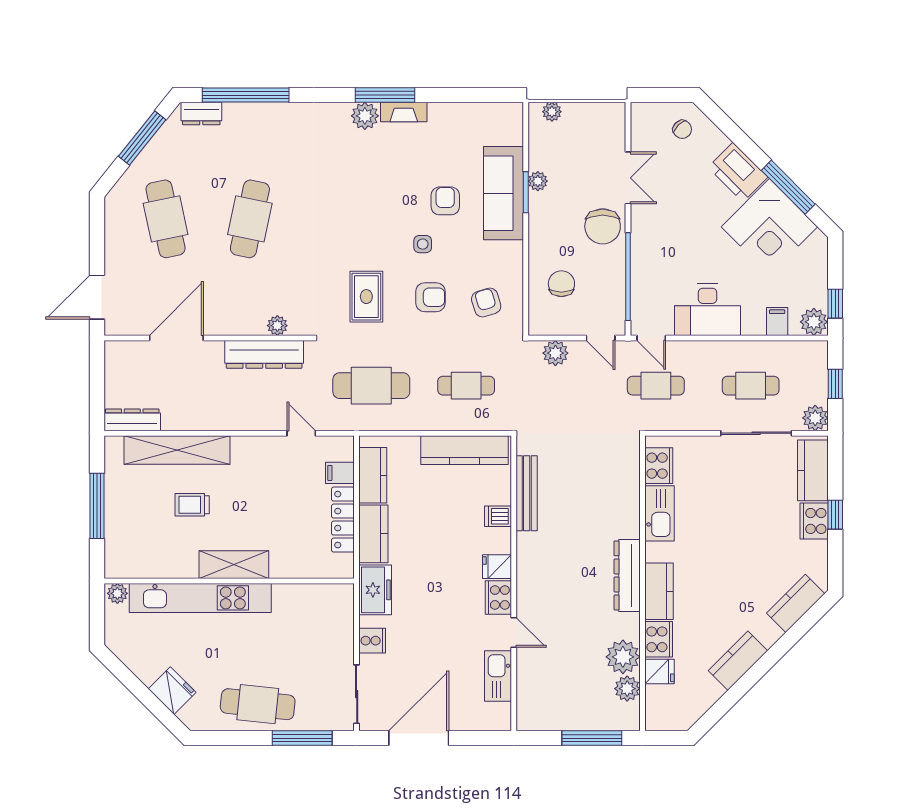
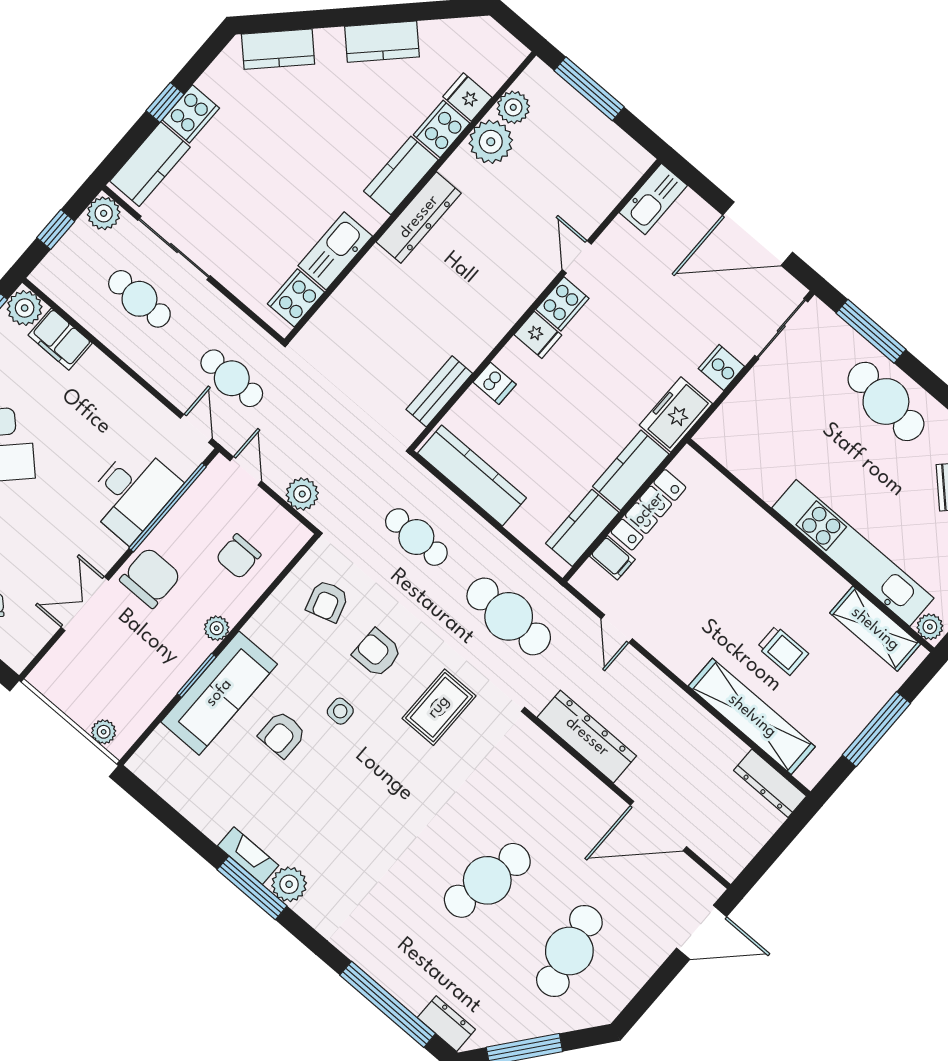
plant: (538, 181) -> (217, 628), moved
desk: (707, 310) -> (132, 493), moved, turned 90
filing cabinet: (777, 322) -> (60, 339), width x2.00
plant: (277, 326) -> (550, 754), removed
bench: (527, 493) -> (439, 391), width x0.73
shelving: (234, 565) -> (875, 629), moved
kitchen sink: (498, 676) -> (653, 199), moved

